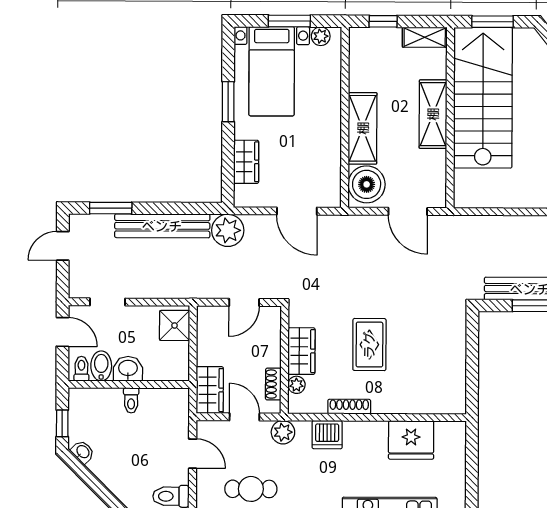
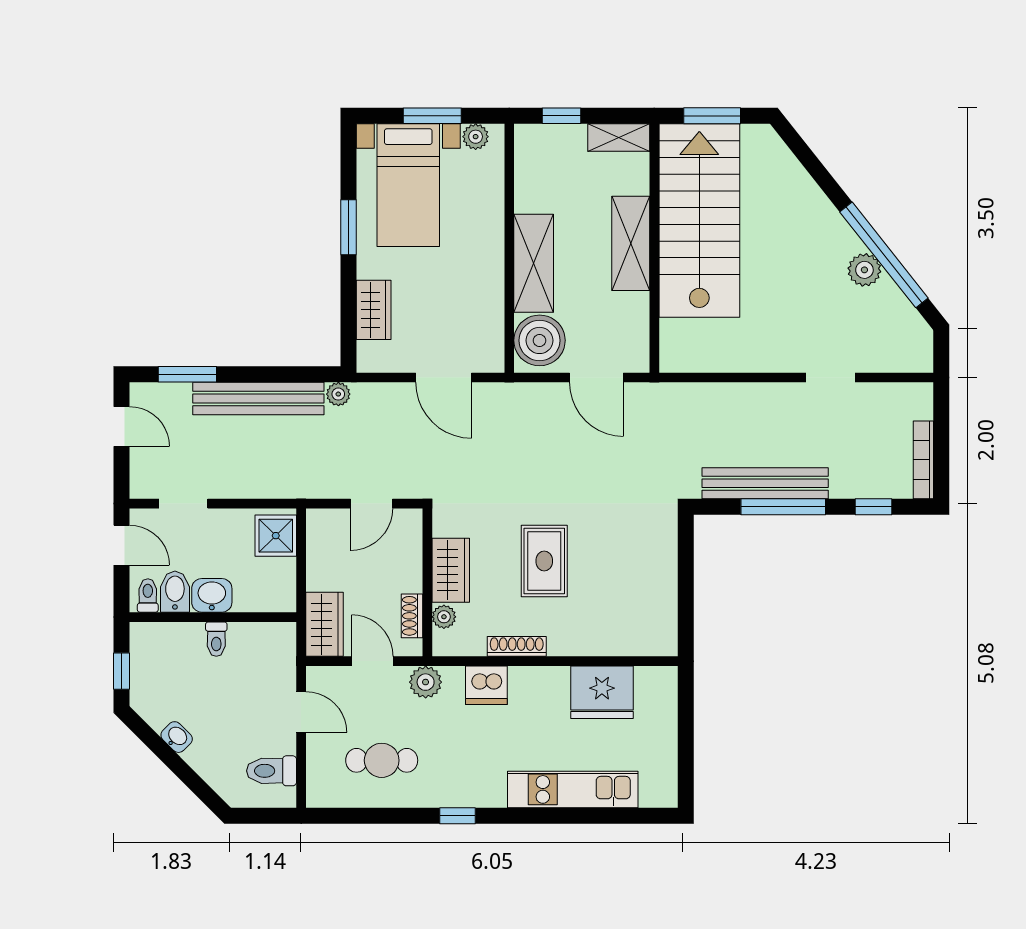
plant: (228, 230) -> (338, 394), width x0.53, depth x0.53
door: (63, 246) -> (122, 426), swing flipped
washbasin: (83, 452) -> (177, 737), moved

